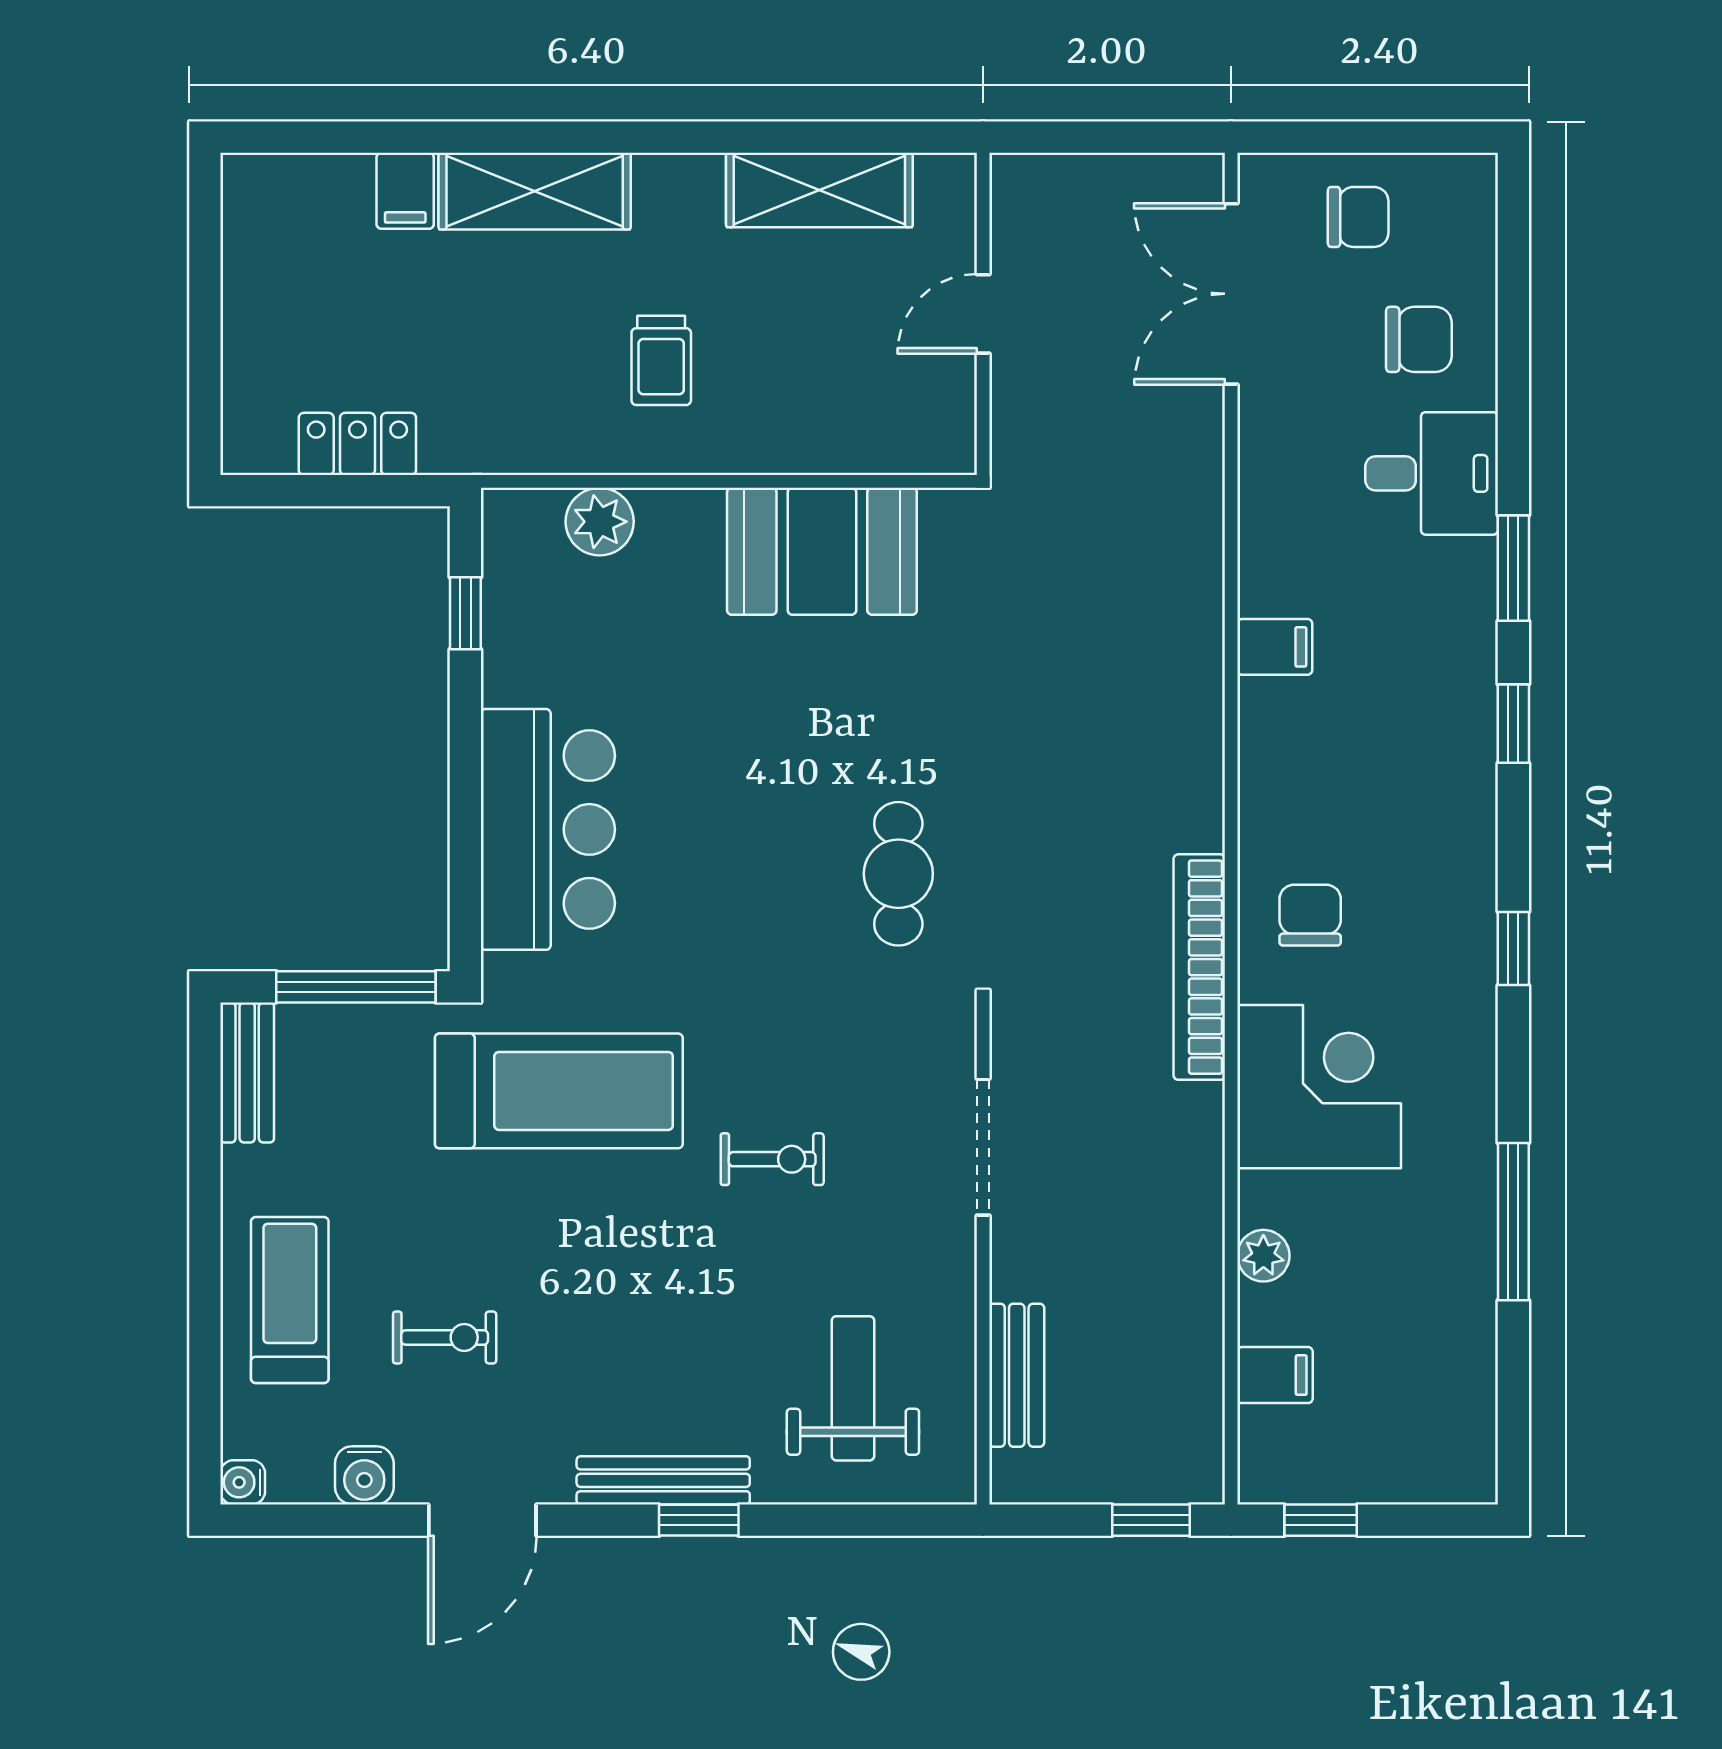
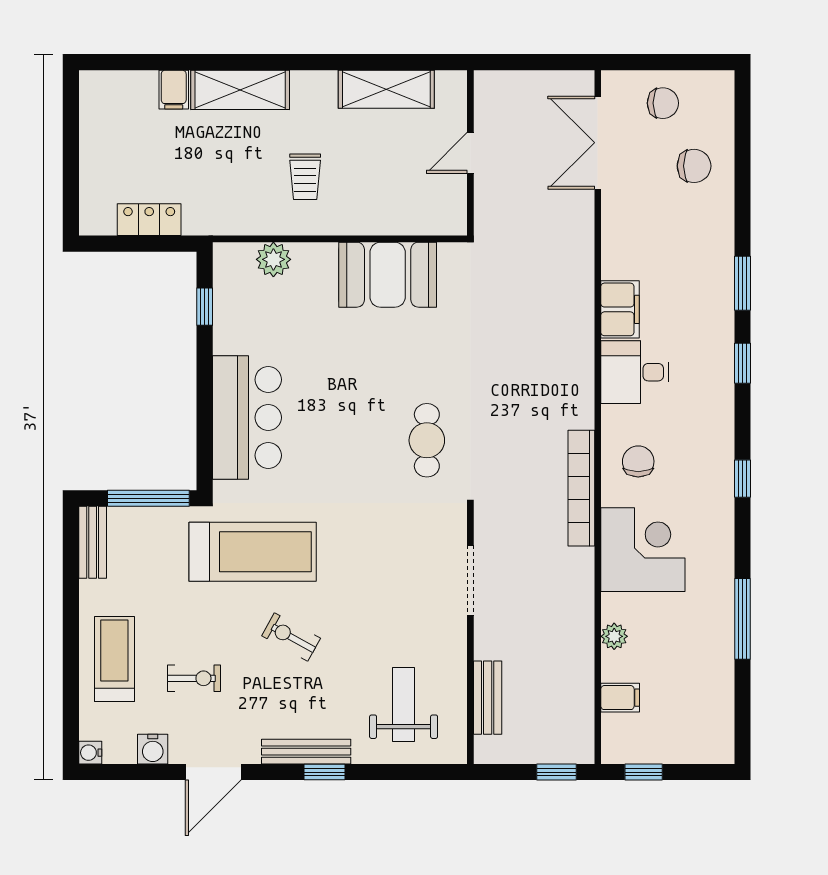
desk: (1432, 473) -> (635, 372), moved, turned 180
filing cabinet: (1275, 647) -> (620, 309), width x2.00
exercise bike: (772, 1159) -> (291, 637), moved, turned -151

